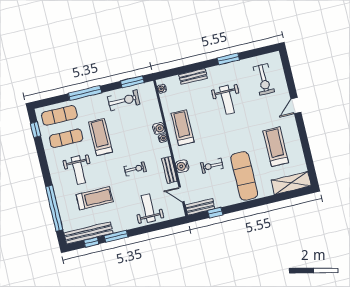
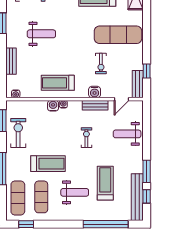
treadmill: (100, 137) -> (48, 164), turned 180

